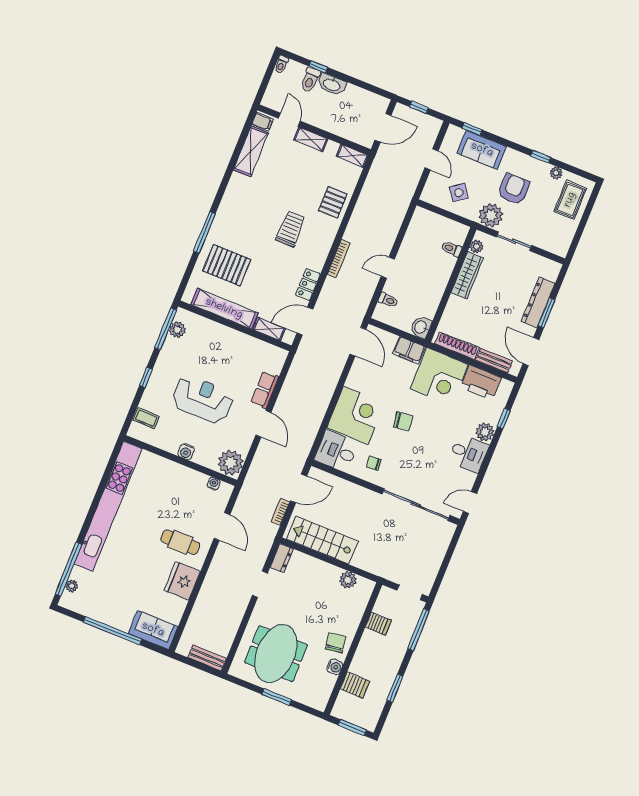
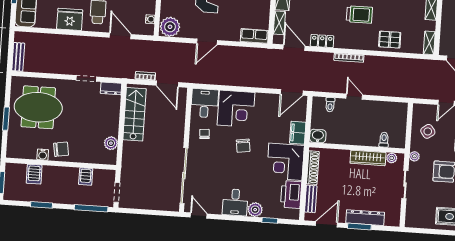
plant: (491, 215) -> (414, 156), width x0.53, depth x0.53
row of seats: (265, 390) -> (254, 36), moved
door: (222, 526) -> (120, 36), swing flipped

